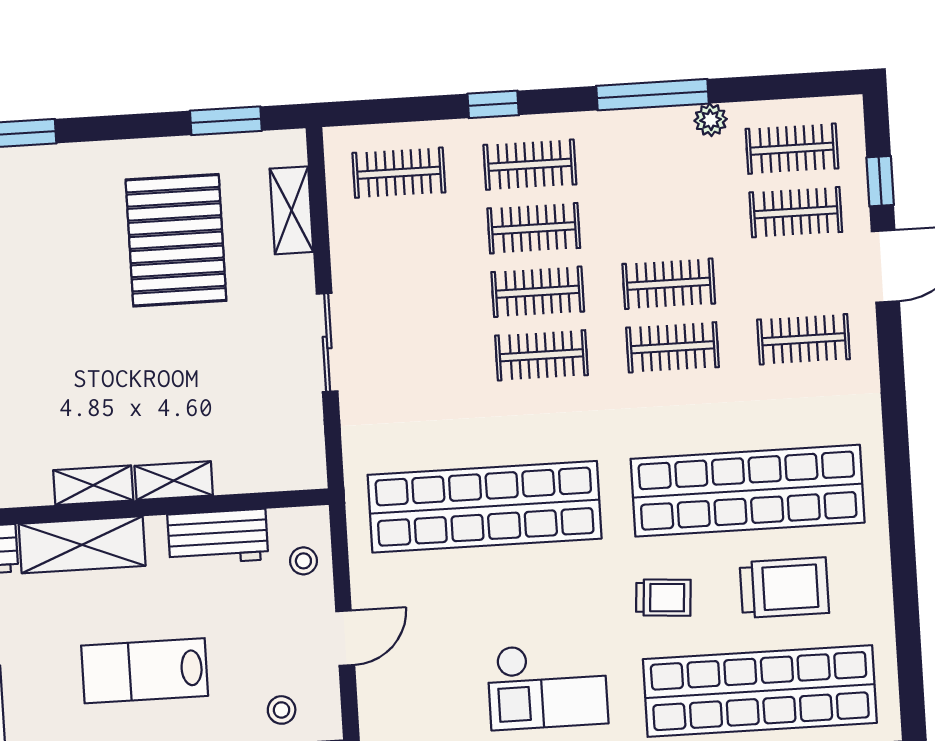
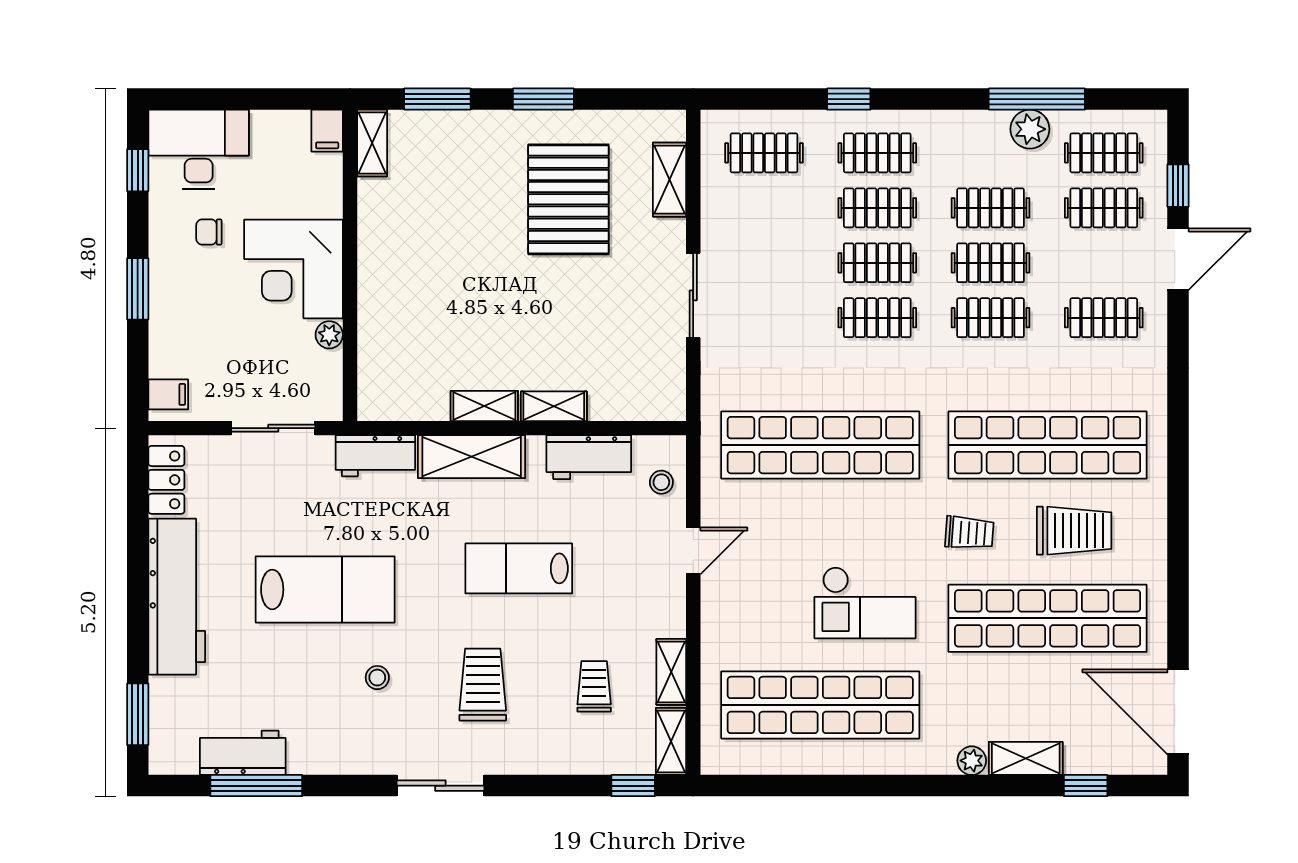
window: (652, 95) -> (1037, 99), moved
plant: (711, 120) -> (1030, 129), width x1.38, depth x1.38
window: (226, 121) -> (543, 99), moved
clothes rail: (665, 220) -> (991, 208), added
stool: (282, 710) -> (635, 609), removed

